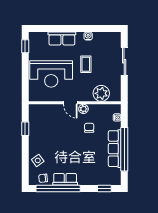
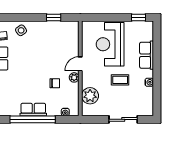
row of seats: (115, 149) -> (33, 110), width x0.68

